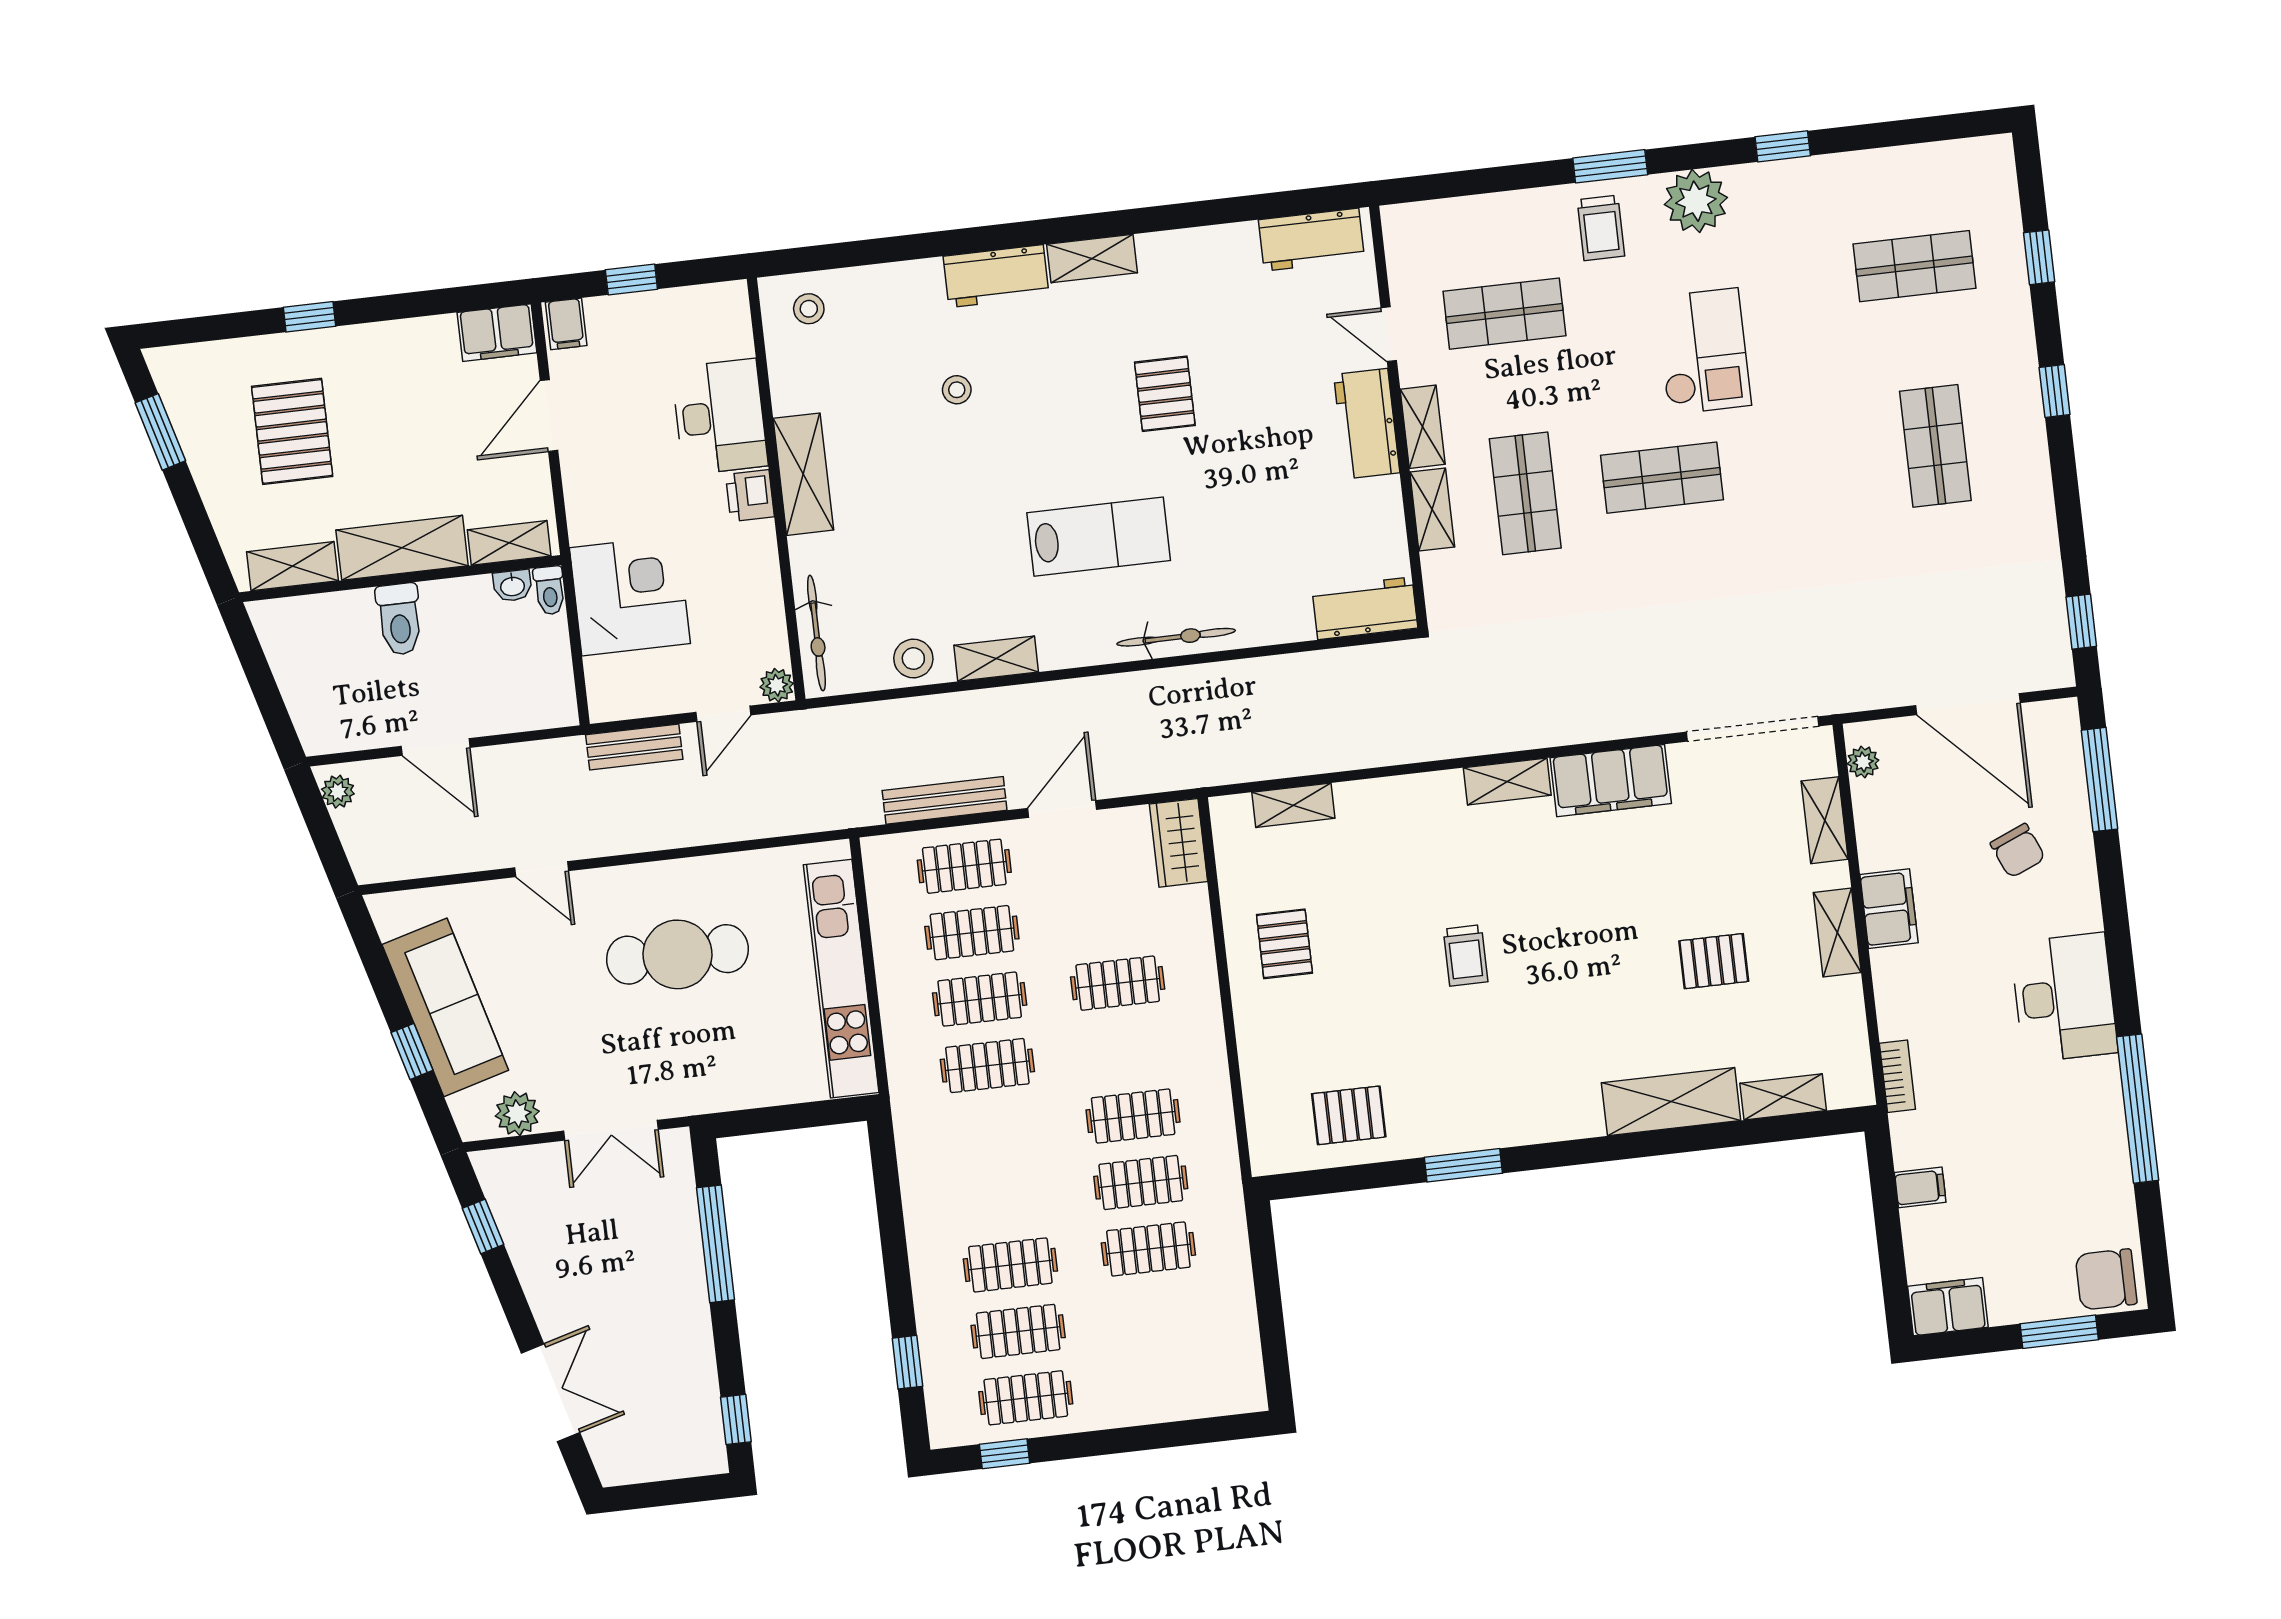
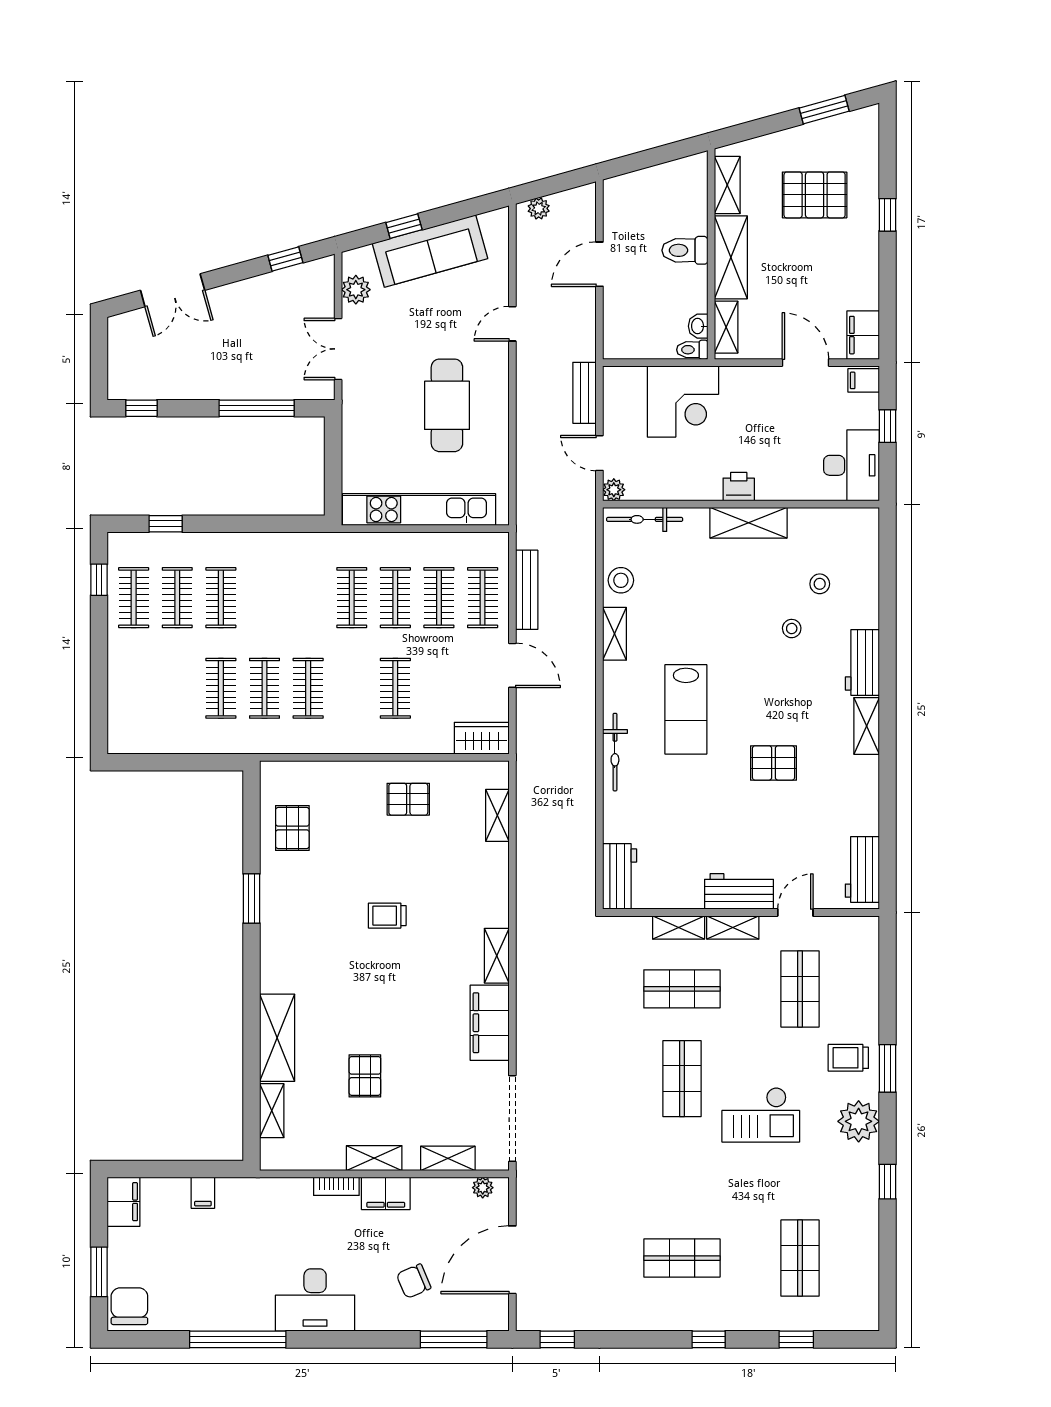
stool: (809, 309) -> (820, 584), moved
desk: (720, 417) -> (851, 465), moved, turned -90
plant: (338, 792) -> (539, 208), moved
bookcase: (1897, 1076) -> (336, 1186), moved

